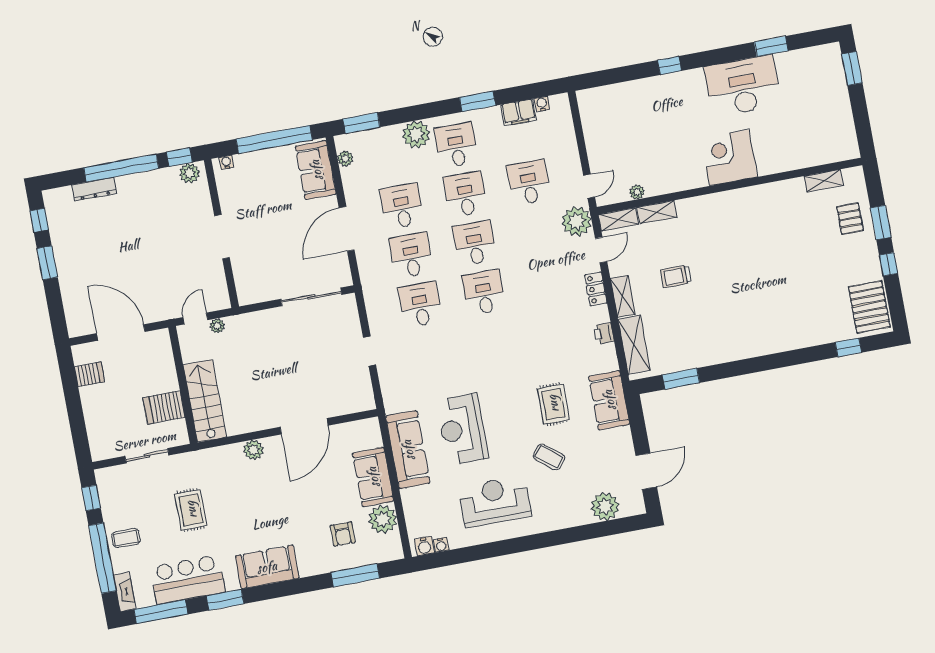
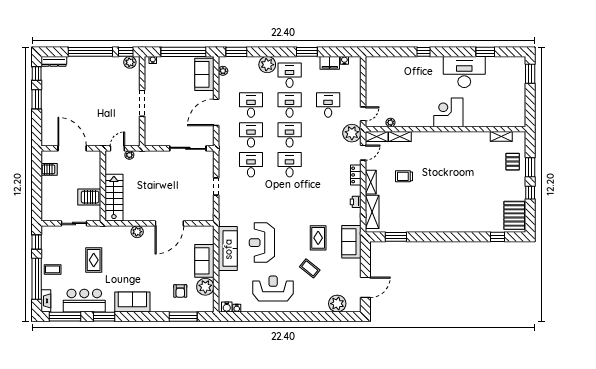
dresser: (94, 189) -> (54, 61), moved

